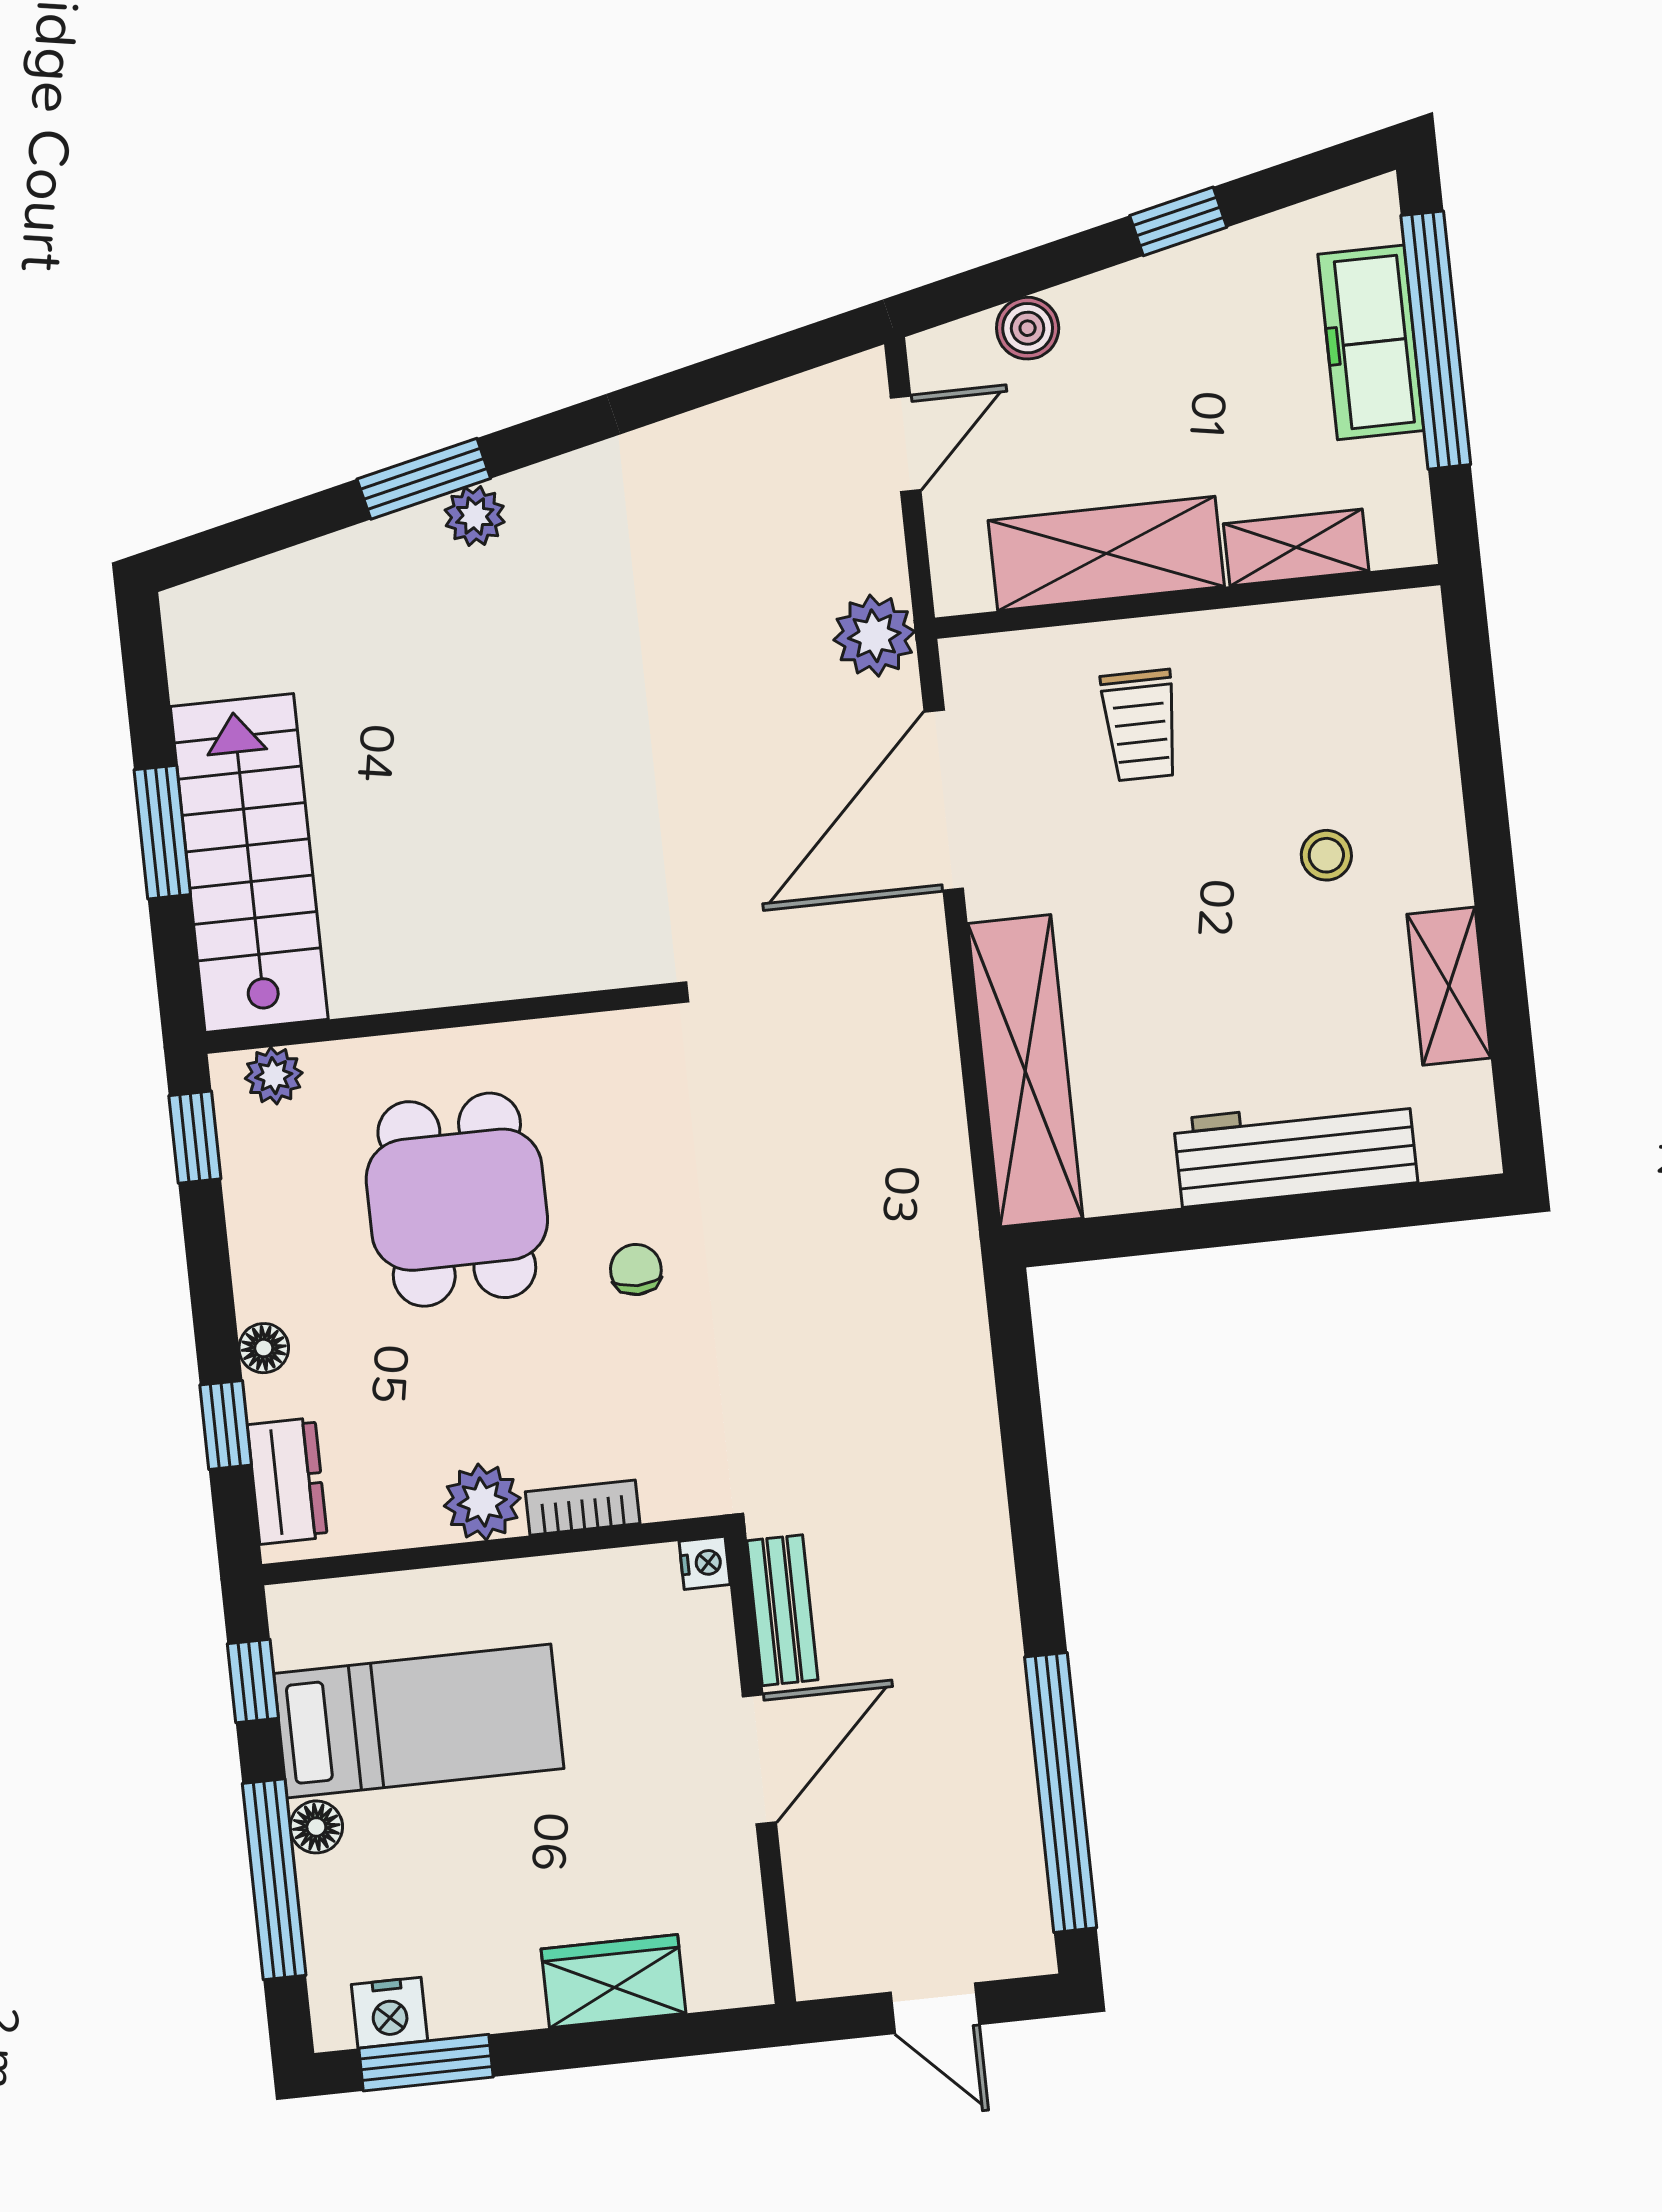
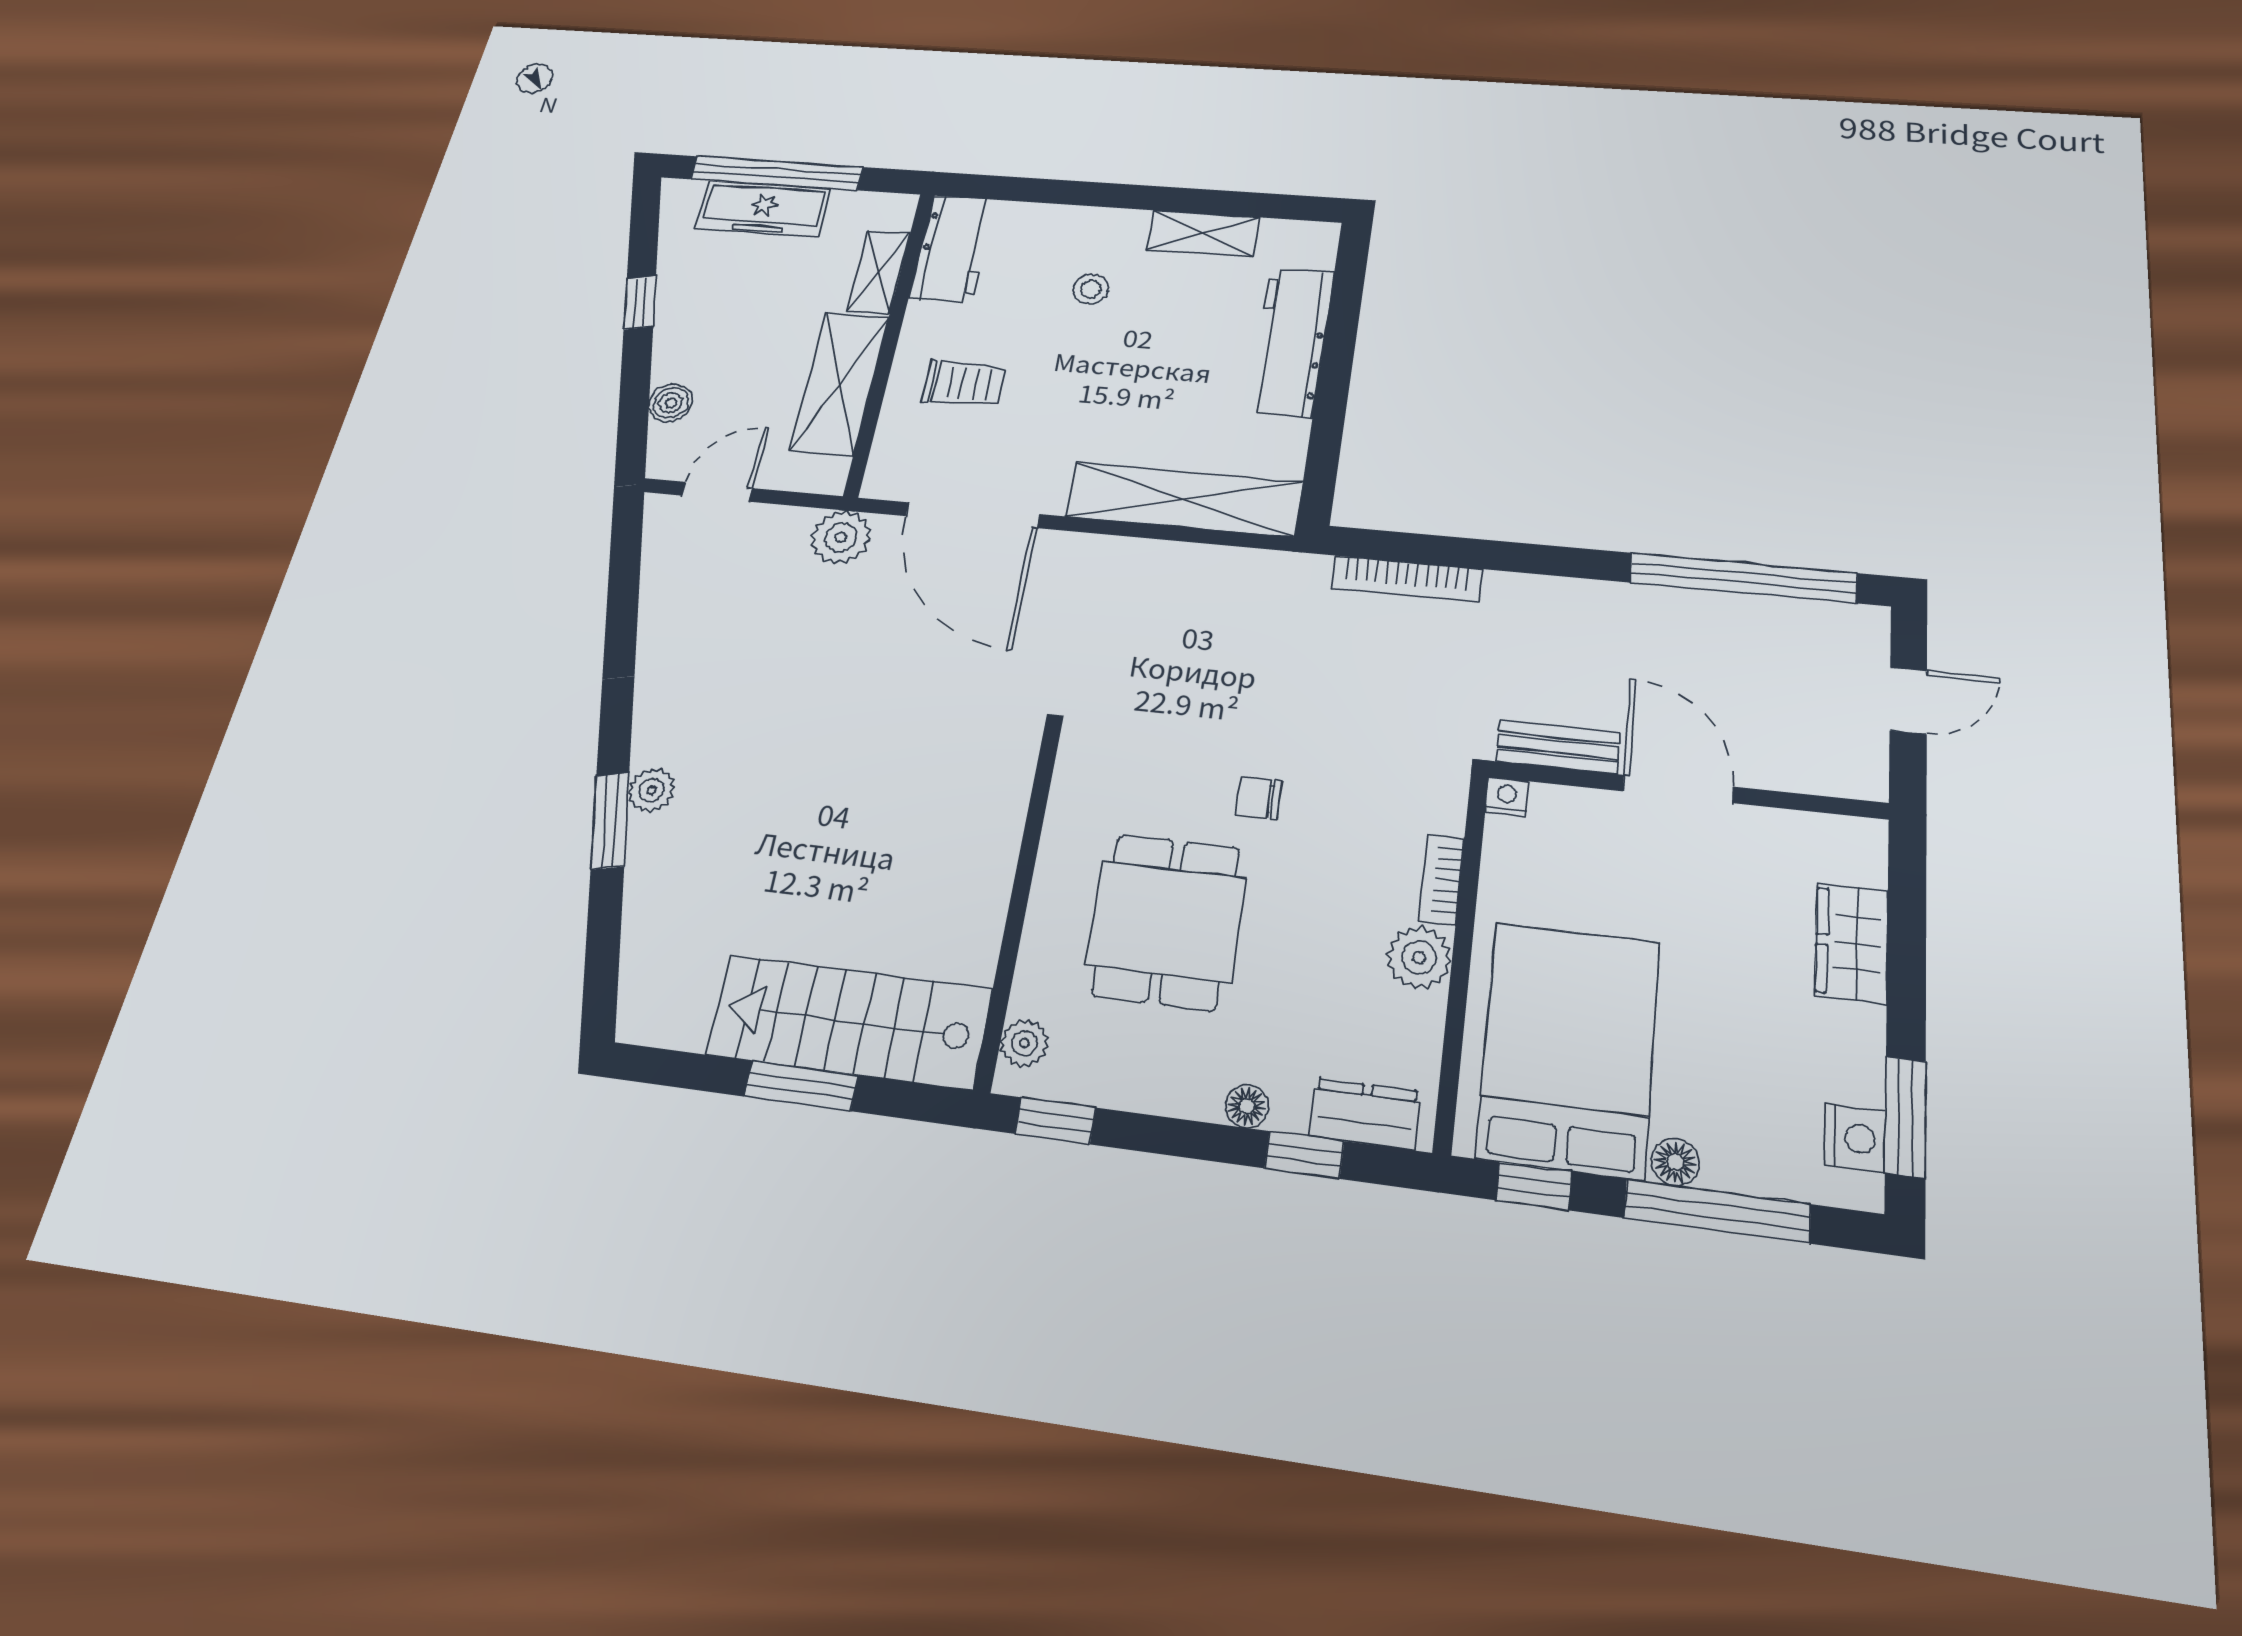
door: (906, 444) -> (717, 492), hinge flipped
workbench: (1356, 641) -> (953, 248), added
dining table: (457, 1200) -> (1166, 921), turned 90
bookcase: (971, 1381) -> (1406, 579), added
bed: (419, 1721) -> (1568, 1049), width x1.50

